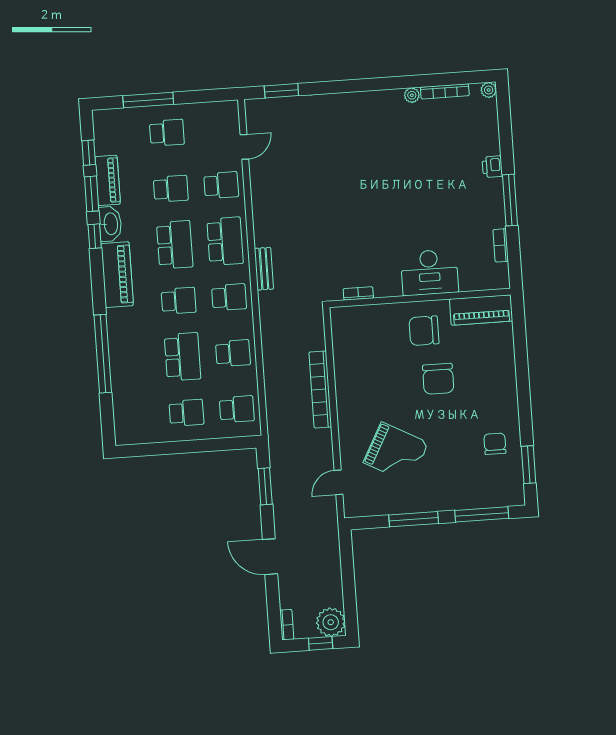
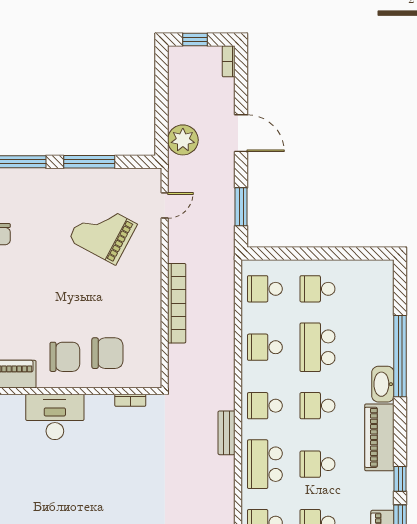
washbasin: (110, 224) -> (383, 384), moved
school desk: (175, 245) -> (317, 464), width x0.54
chair: (438, 379) -> (107, 353), moved, turned 90
plant: (331, 622) -> (183, 140), moved

